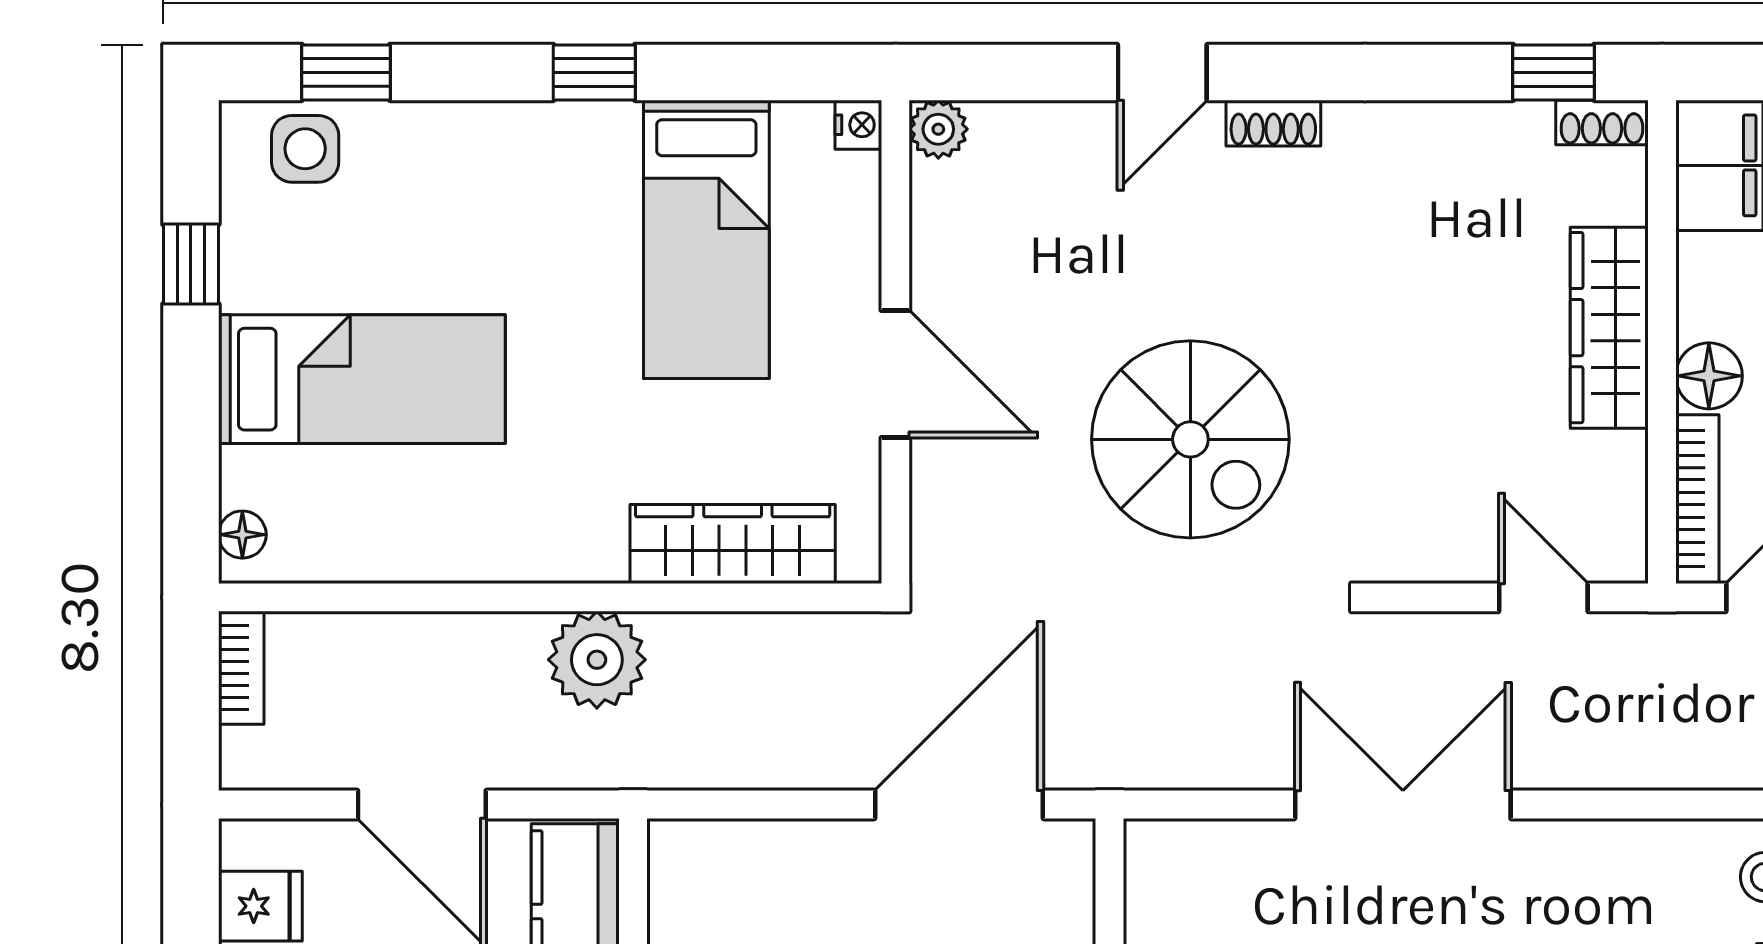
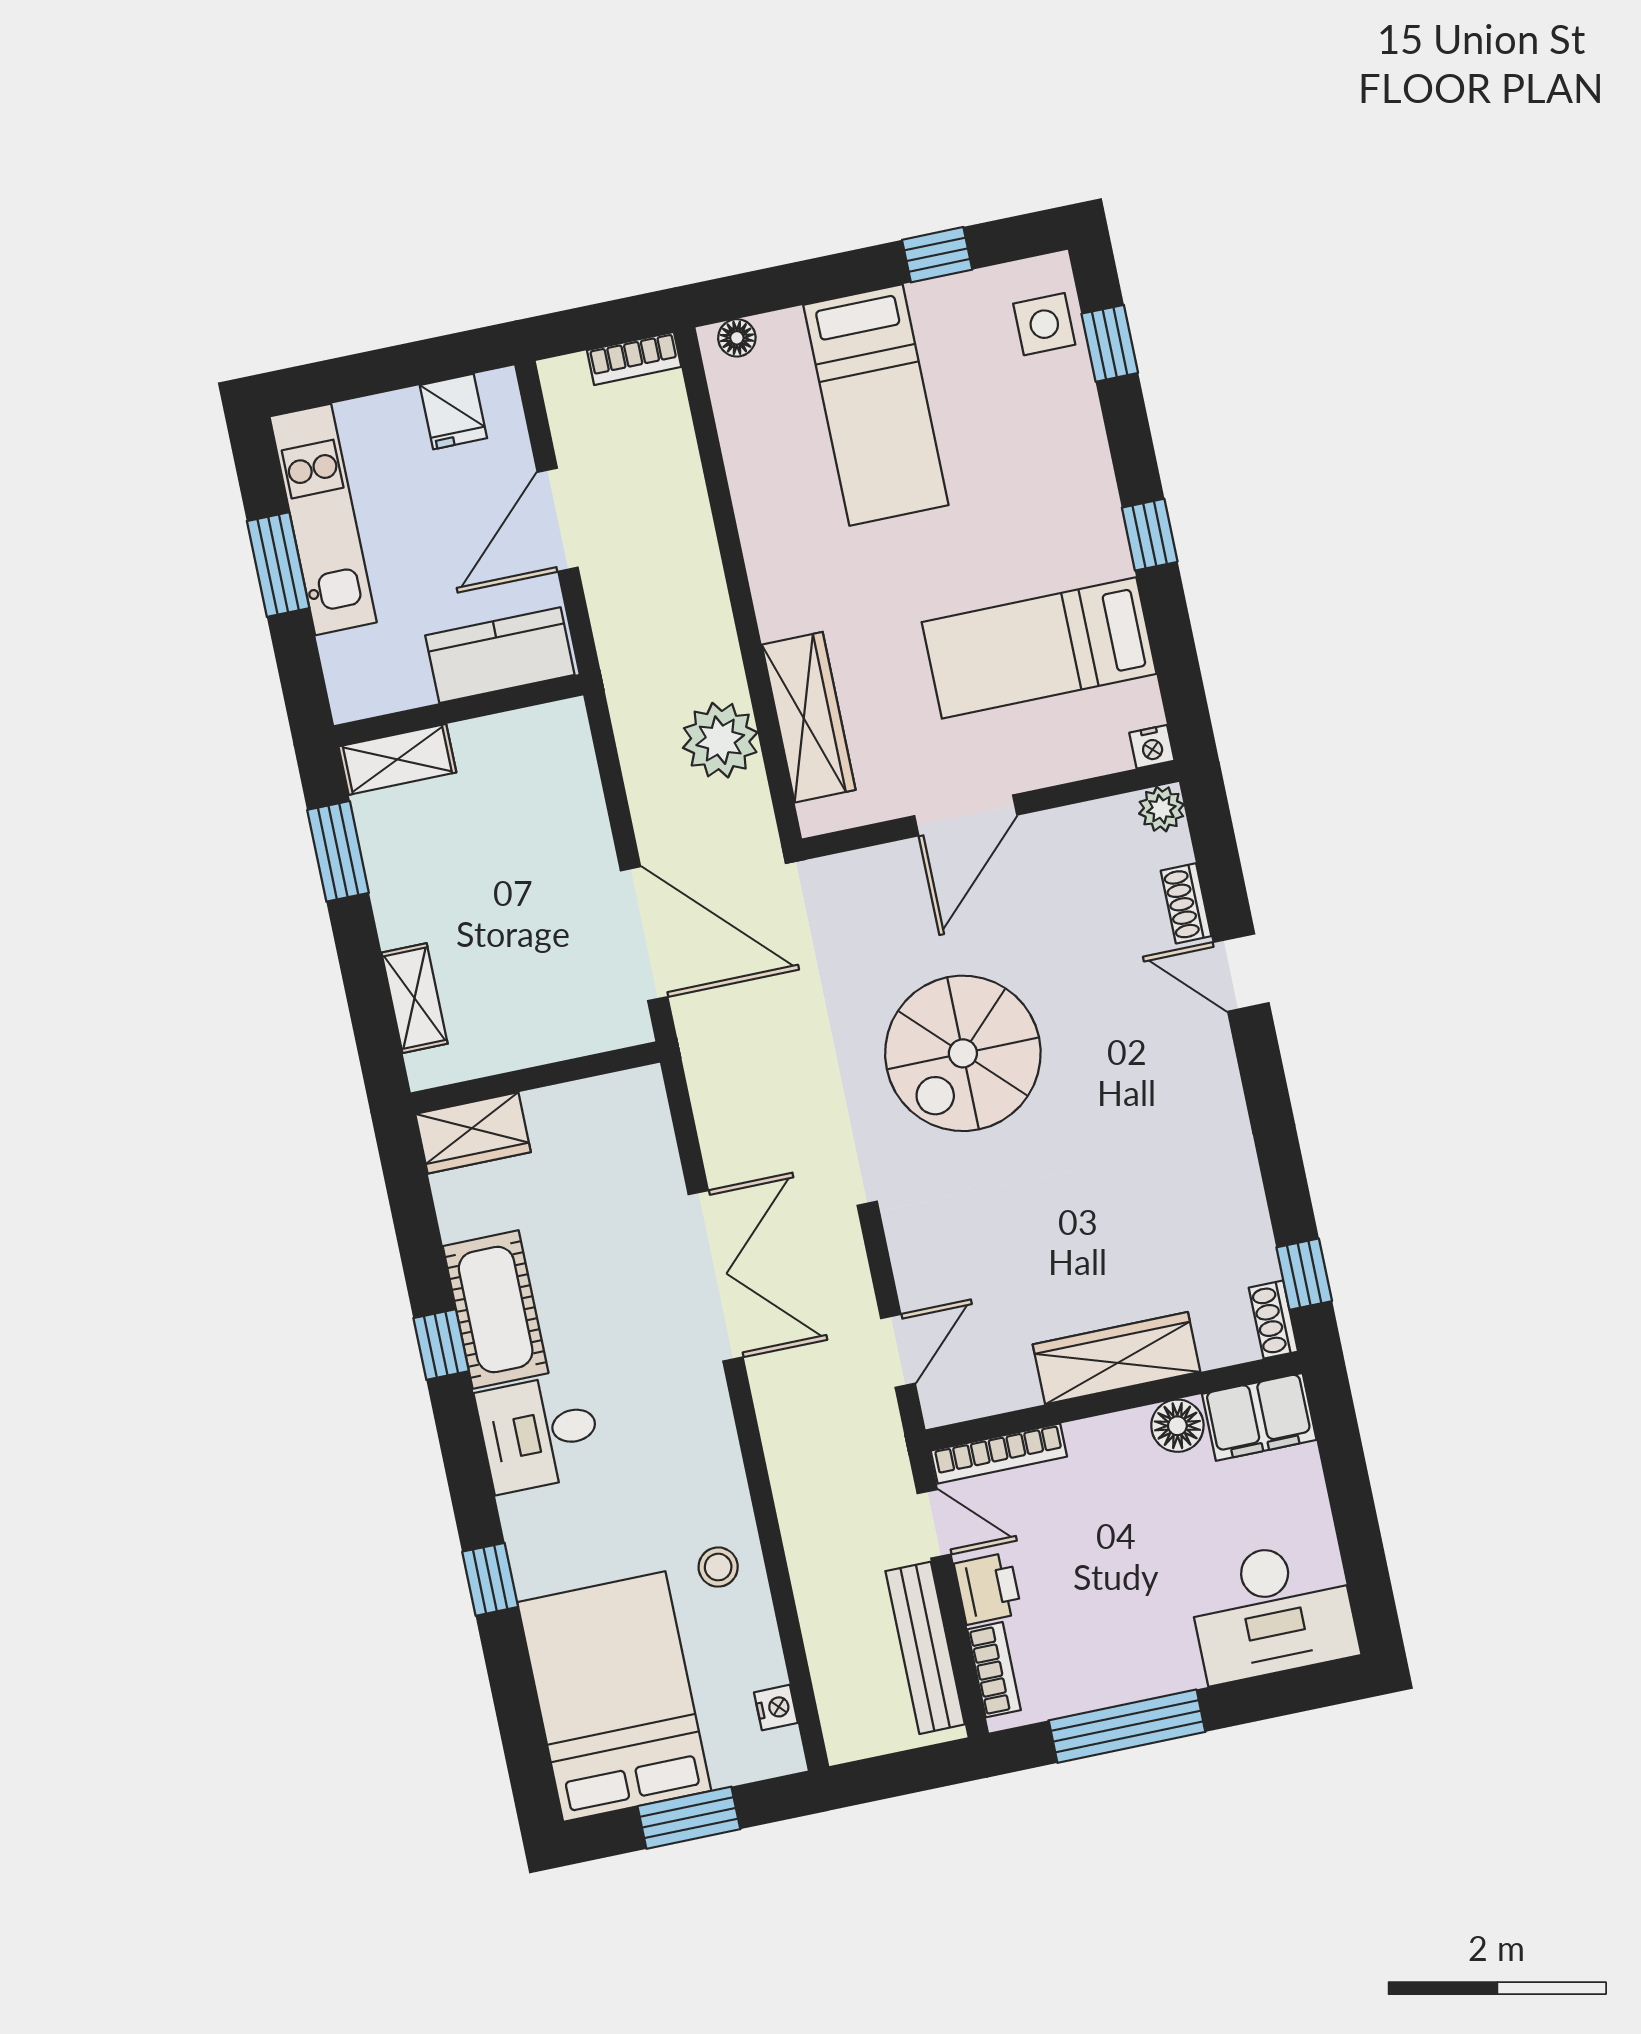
shoe rack: (1273, 123) -> (1186, 903), moved
floor lamp: (1709, 376) -> (1177, 1426), moved
plant: (597, 660) -> (720, 740), moved

